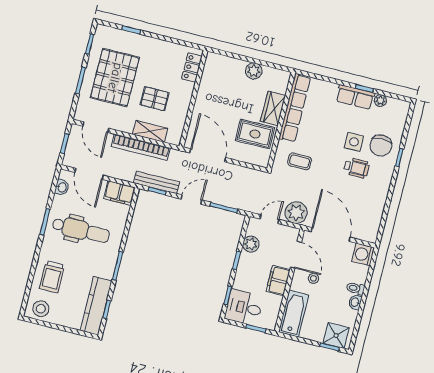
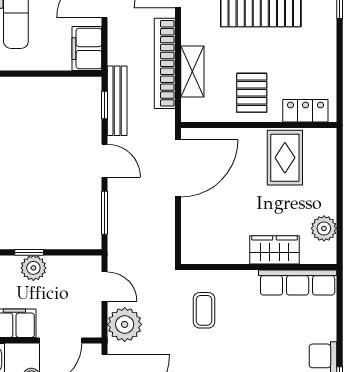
plant: (254, 71) -> (324, 228), moved
pallet: (155, 99) -> (252, 93), moved
row of seats: (295, 108) -> (298, 283), width x0.73
rug: (255, 134) -> (285, 158), moved
plant: (251, 244) -> (33, 268), moved

